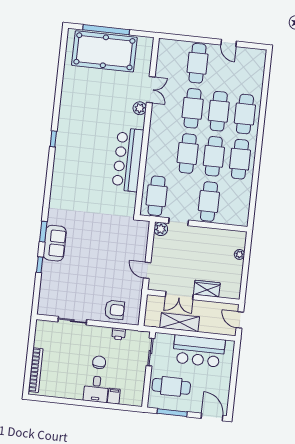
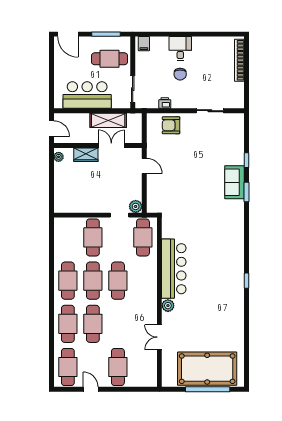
plant: (140, 108) -> (168, 306), moved
cafe table: (193, 108) -> (68, 367), moved
plant: (239, 254) -> (59, 157), moved
filing cabinet: (114, 396) -> (144, 44), moved

